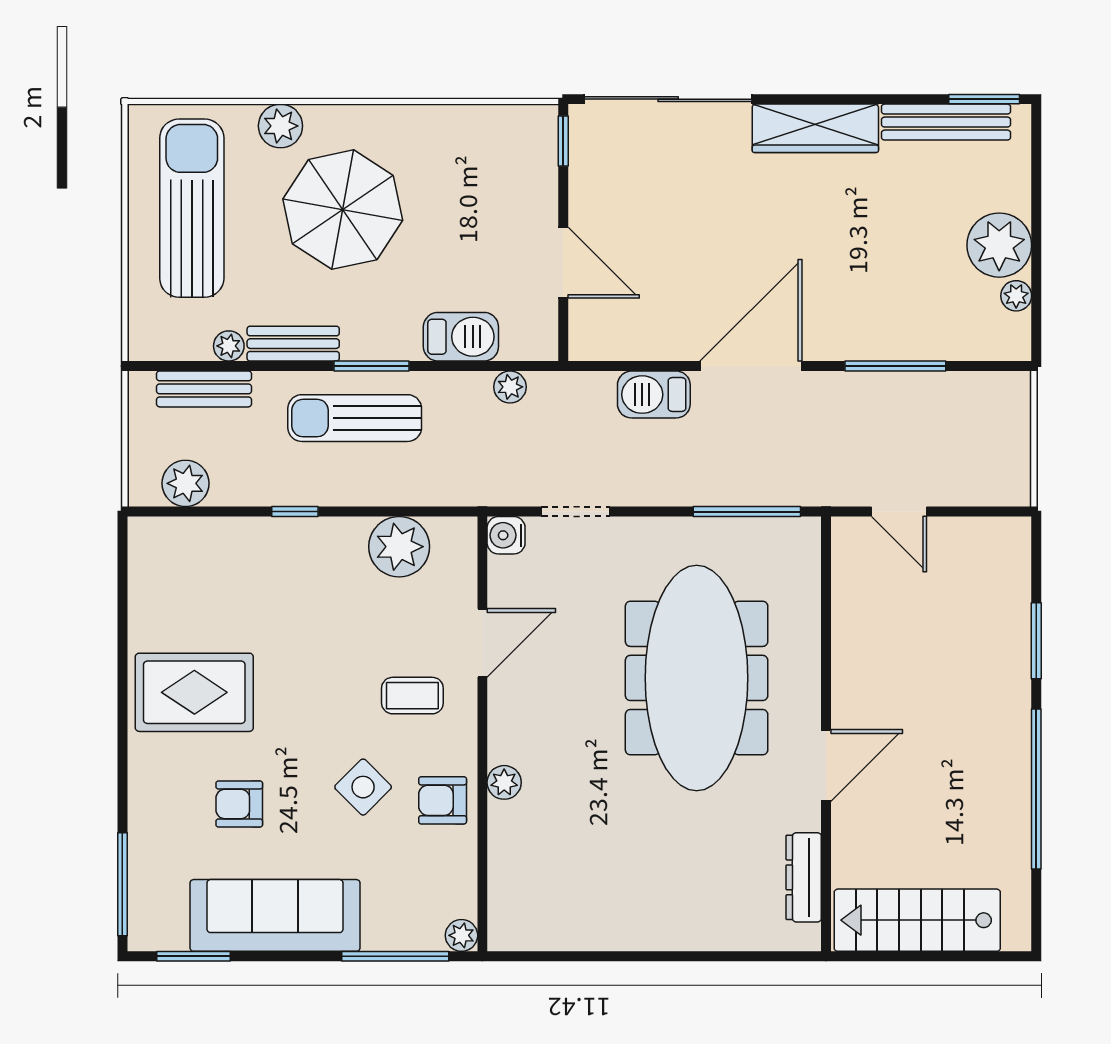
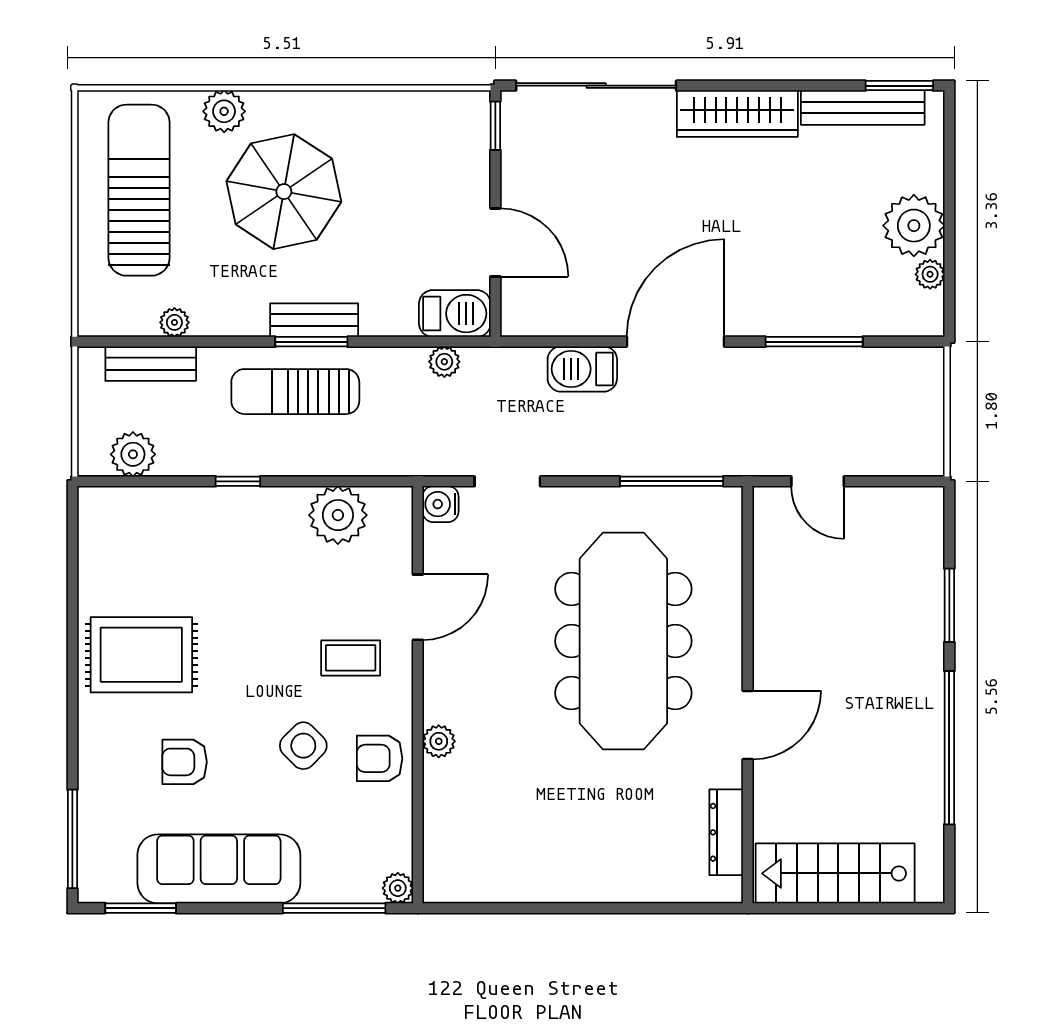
barbecue: (461, 337) -> (455, 314), moved
bench: (293, 344) -> (314, 320), moved

